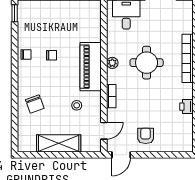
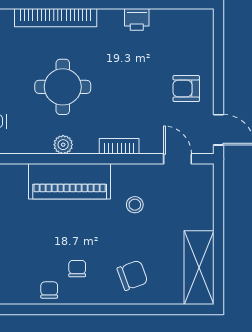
chair: (51, 55) -> (77, 269), moved
shelving: (59, 143) -> (199, 268), moved

